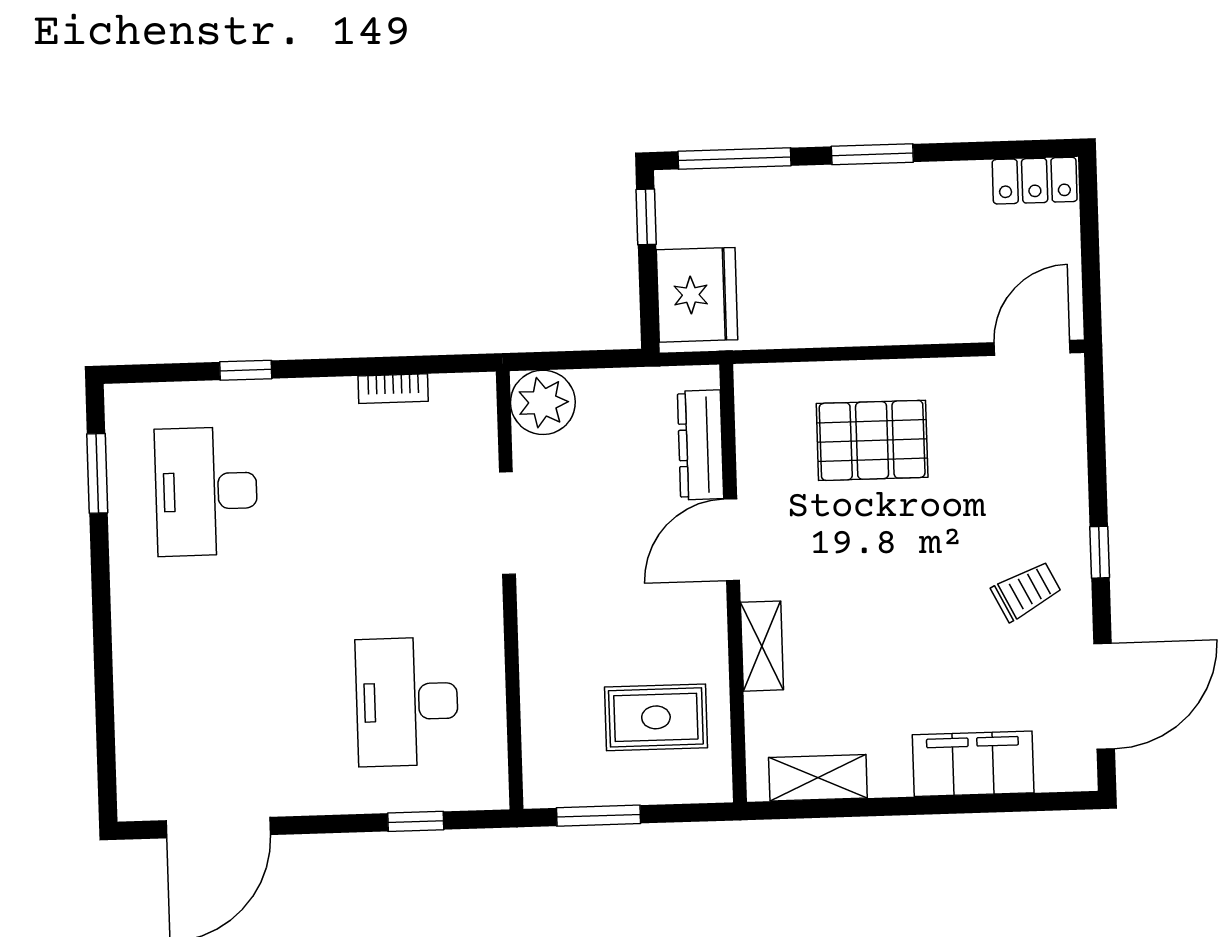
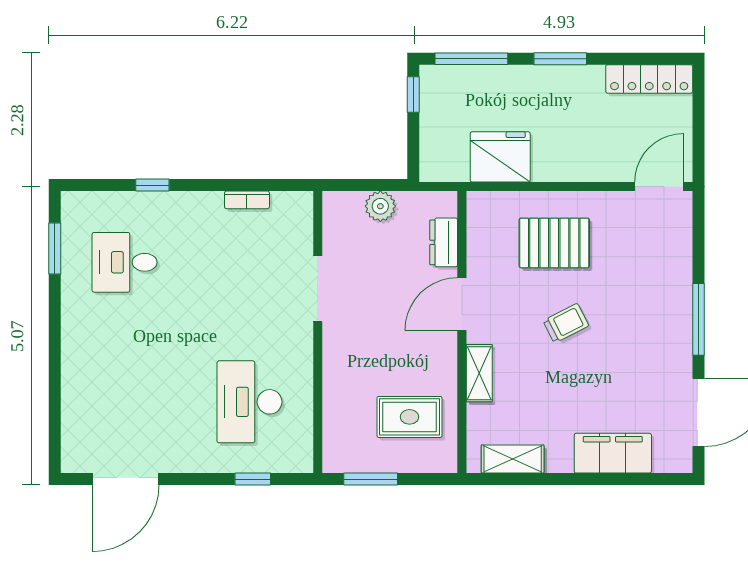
locker: (1035, 181) -> (649, 79), width x1.53
fridge: (697, 295) -> (500, 157), moved, turned -90
plant: (543, 402) -> (380, 206), moved, width x0.73, depth x0.73
dresser: (700, 445) -> (444, 242), width x0.70
desk: (206, 491) -> (125, 262), width x0.73
window: (1100, 552) -> (699, 319), width x2.17
trolley: (1026, 591) -> (566, 323), moved

